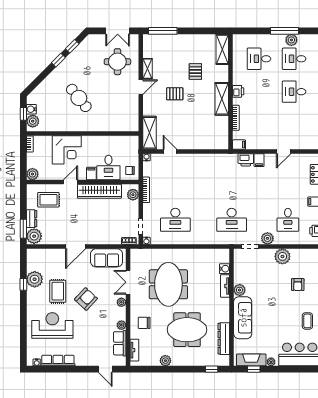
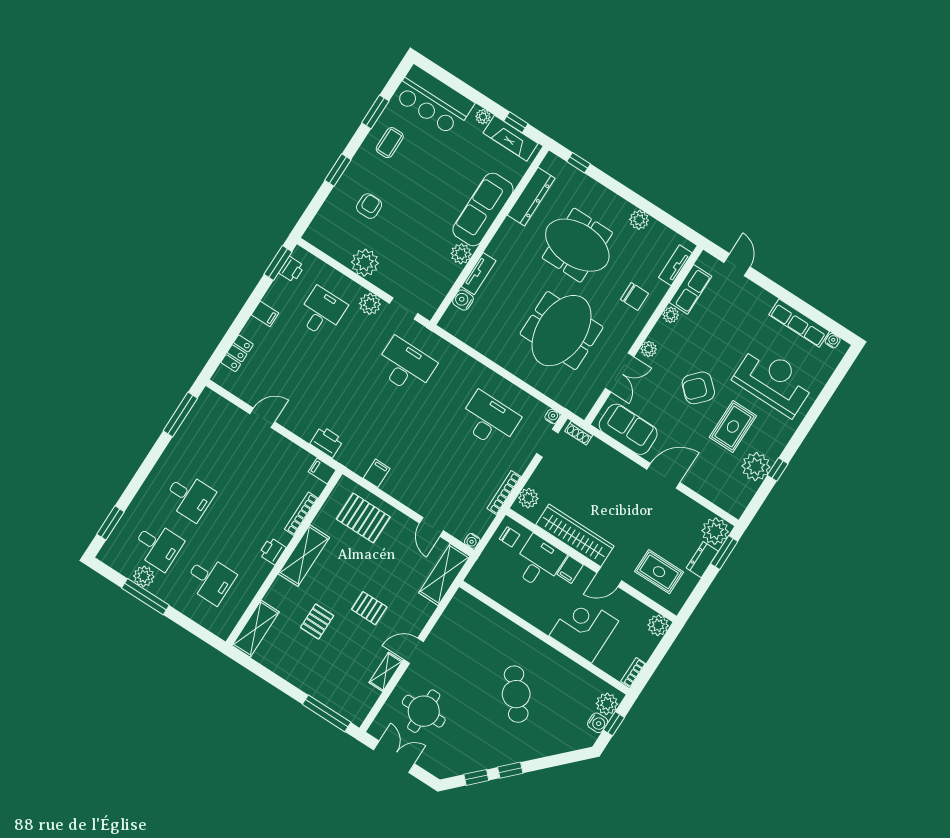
pallet: (205, 135) -> (363, 518), added
filing cabinet: (259, 160) -> (377, 473), moved
reception desk: (52, 325) -> (774, 381), turned 180

